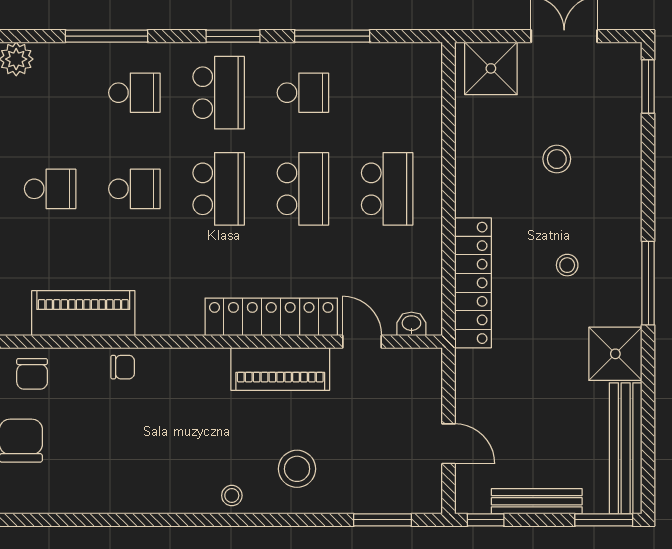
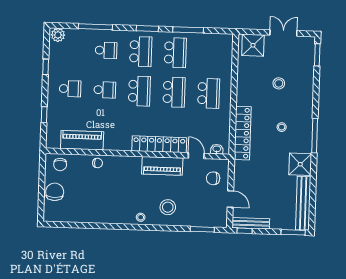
school desk: (303, 93) -> (175, 53), width x1.85
chair: (405, 395) -> (213, 178), added
bench: (537, 501) -> (251, 223), moved

